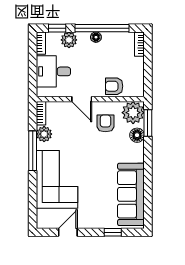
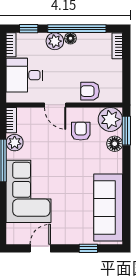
plant: (69, 40) -> (55, 41), moved

